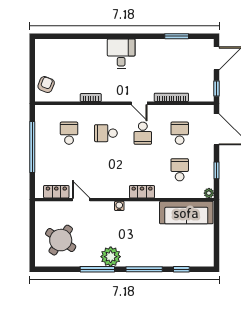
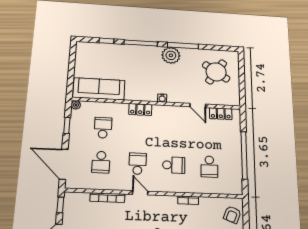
school desk: (180, 170) -> (103, 128), turned 180

